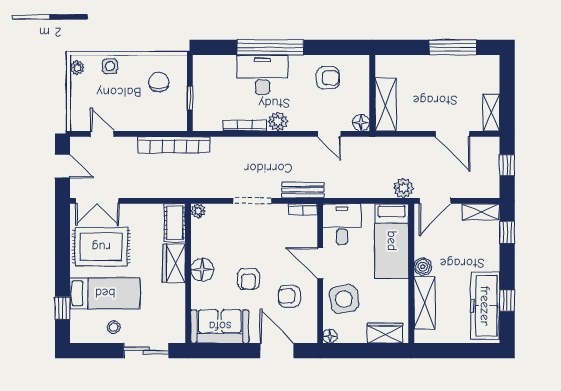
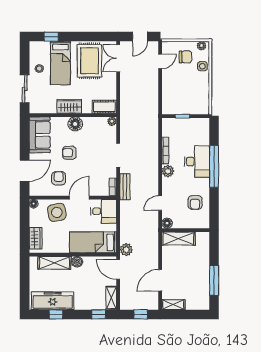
chair: (159, 82) -> (185, 57), moved
bookcase: (174, 145) -> (153, 106), removed
wardrobe: (174, 263) -> (69, 106), moved

